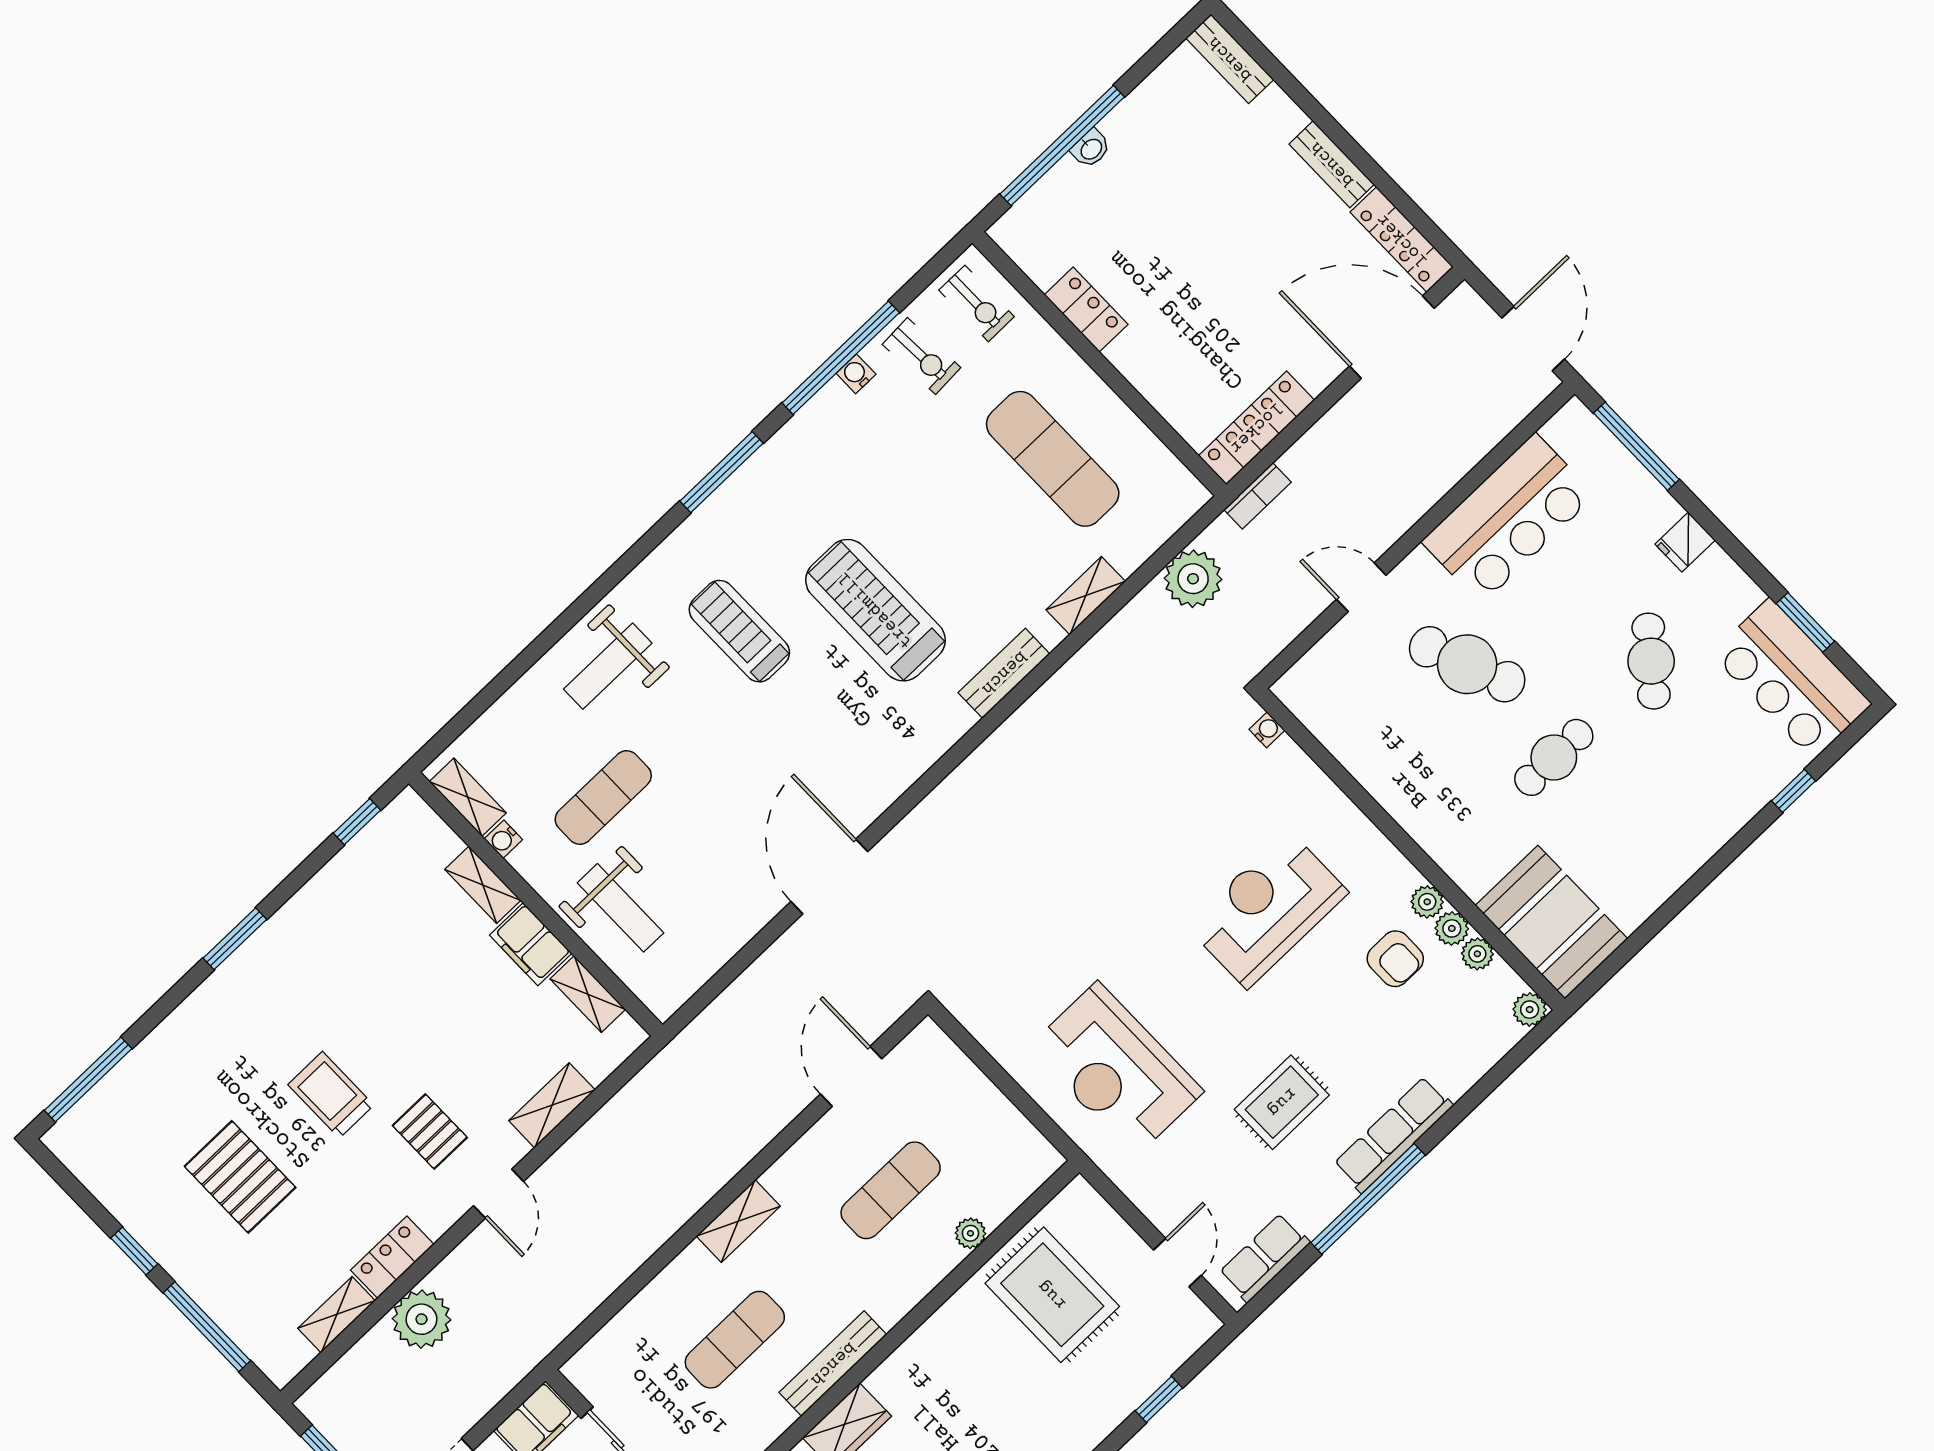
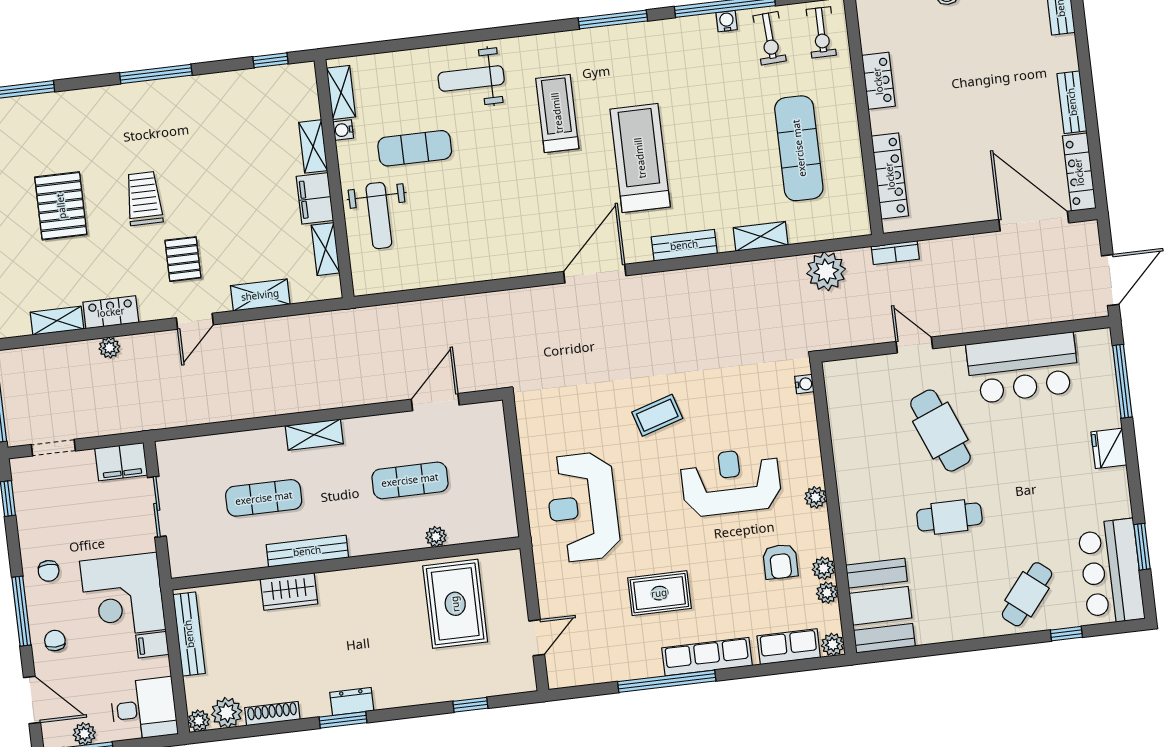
locker: (1256, 428) -> (890, 176), moved, turned 90
fridge: (1685, 542) -> (1109, 448), width x1.38
cafe table: (1651, 661) -> (1027, 594), moved
door: (829, 877) -> (595, 274), moved
coffee table: (1122, 896) -> (657, 415), added
plant: (1427, 902) -> (816, 497), moved
window: (235, 939) -> (156, 74), width x1.44
row of seats: (1265, 1258) -> (789, 647), moved
plant: (421, 1319) -> (109, 348), width x0.53, depth x0.53

